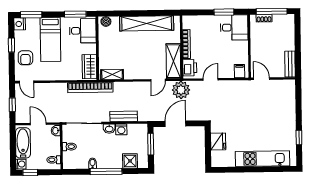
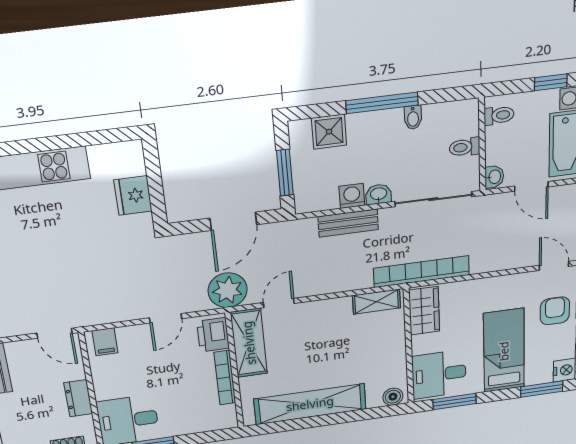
dresser: (256, 43) -> (78, 398), added

